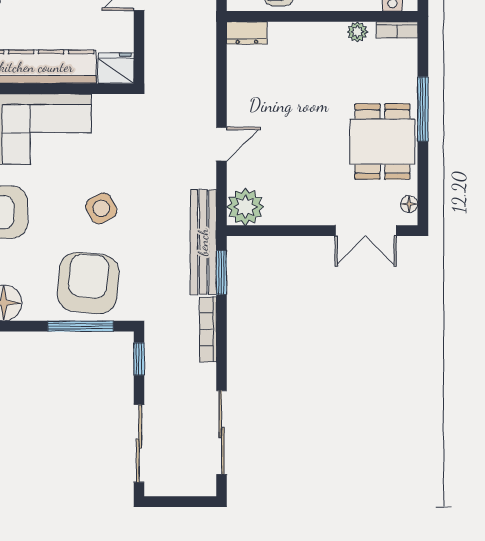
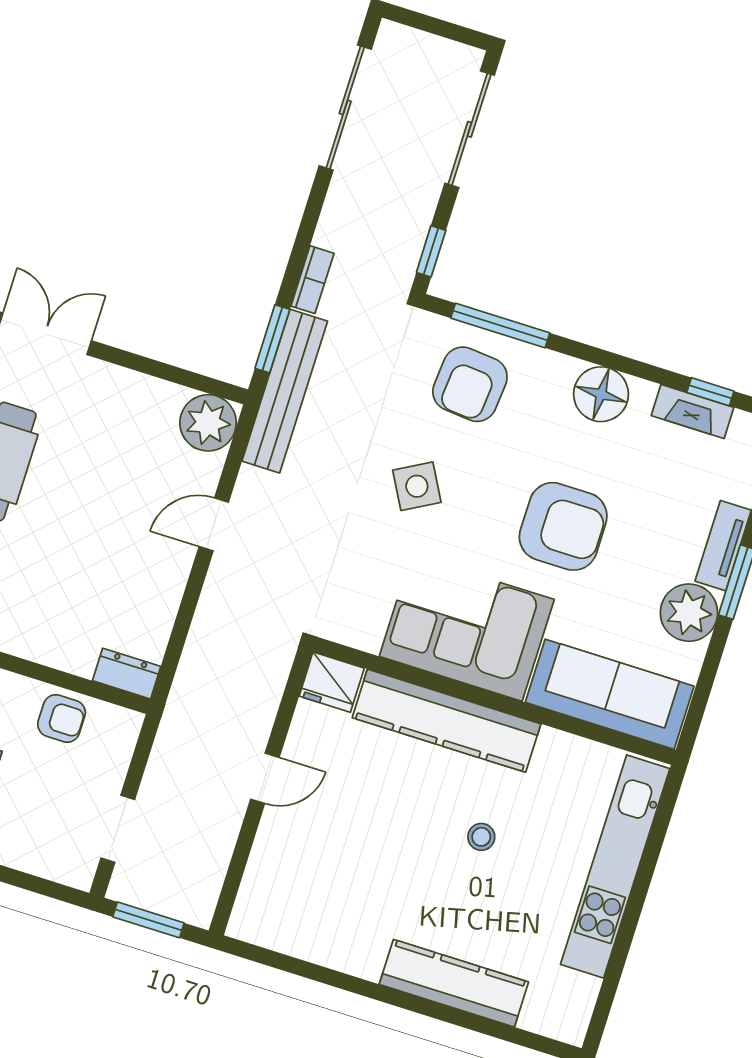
armchair: (88, 283) -> (470, 384), width x0.73, depth x0.73
bookcase: (208, 329) -> (312, 280), width x0.64

